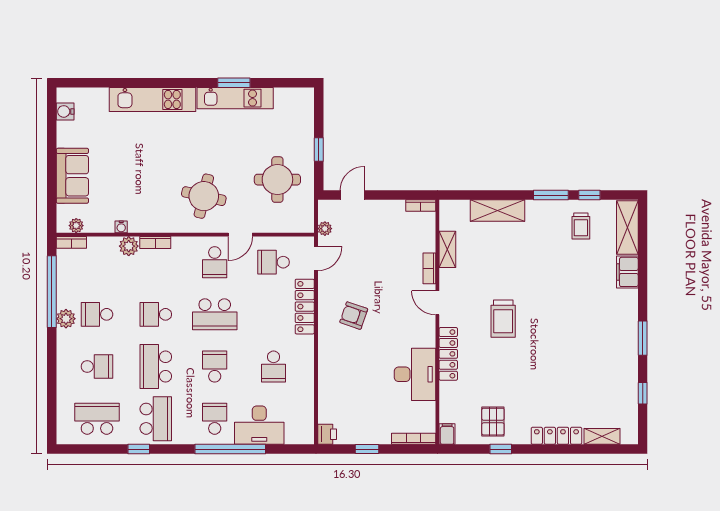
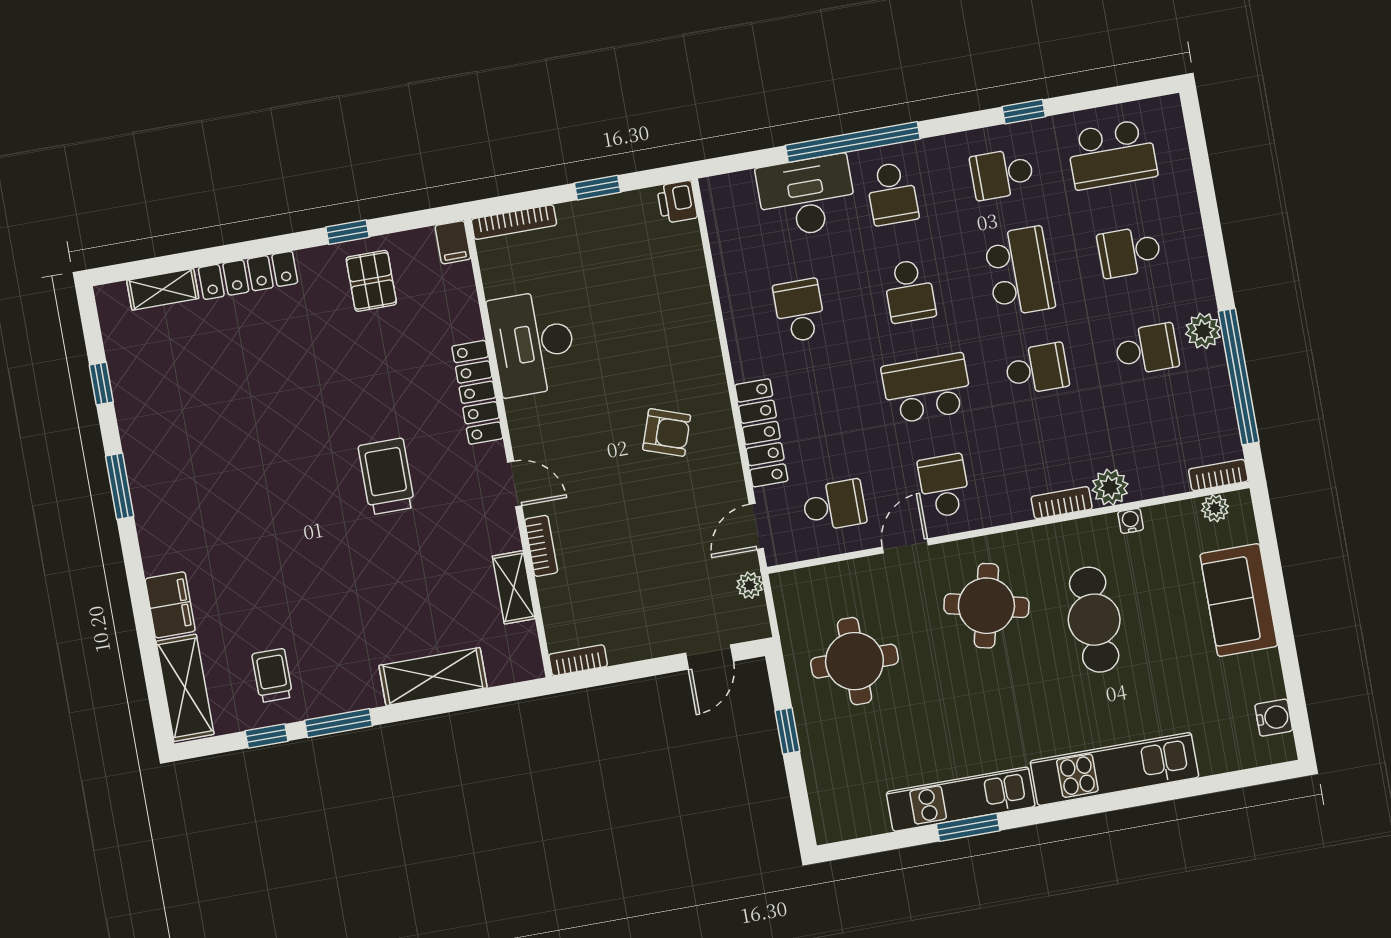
cafe table: (149, 179) -> (1094, 620), added
school desk: (156, 419) -> (1002, 174), width x0.54

